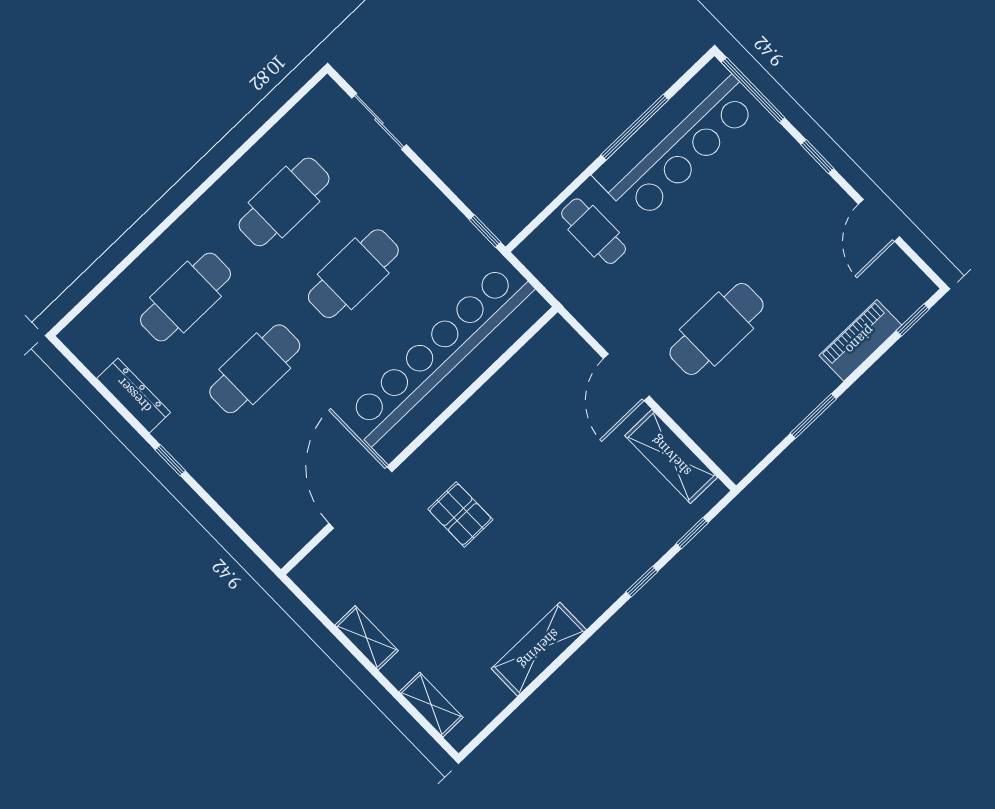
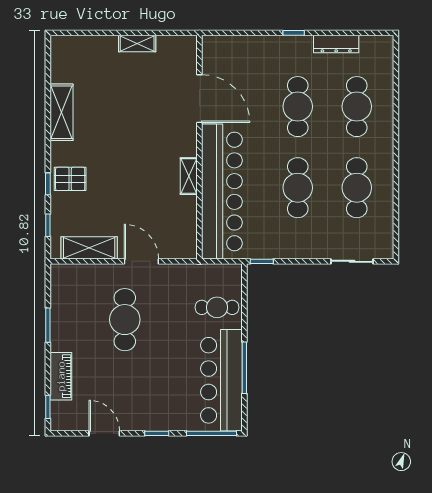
pallet: (460, 514) -> (70, 179), moved
shelving: (431, 705) -> (189, 176), moved, turned 90

